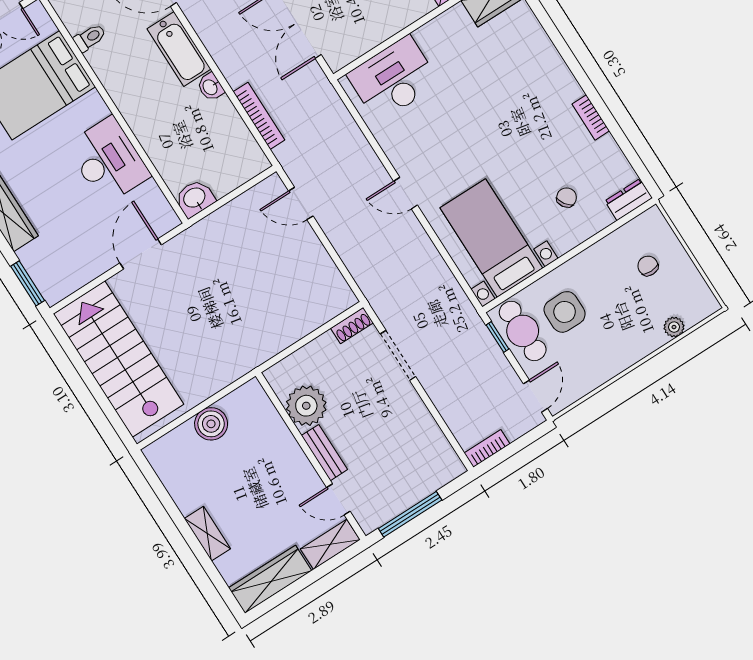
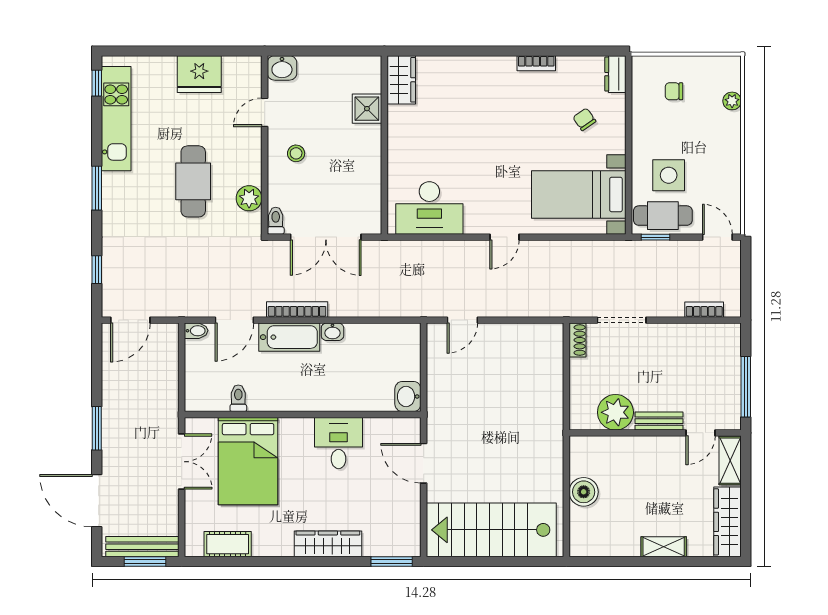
desk: (393, 79) -> (429, 208), moved, turned -90
bookcase: (259, 116) -> (297, 309), moved
desk: (108, 161) -> (339, 443), width x0.73
bookcase: (487, 448) -> (704, 310), moved, turned 90

